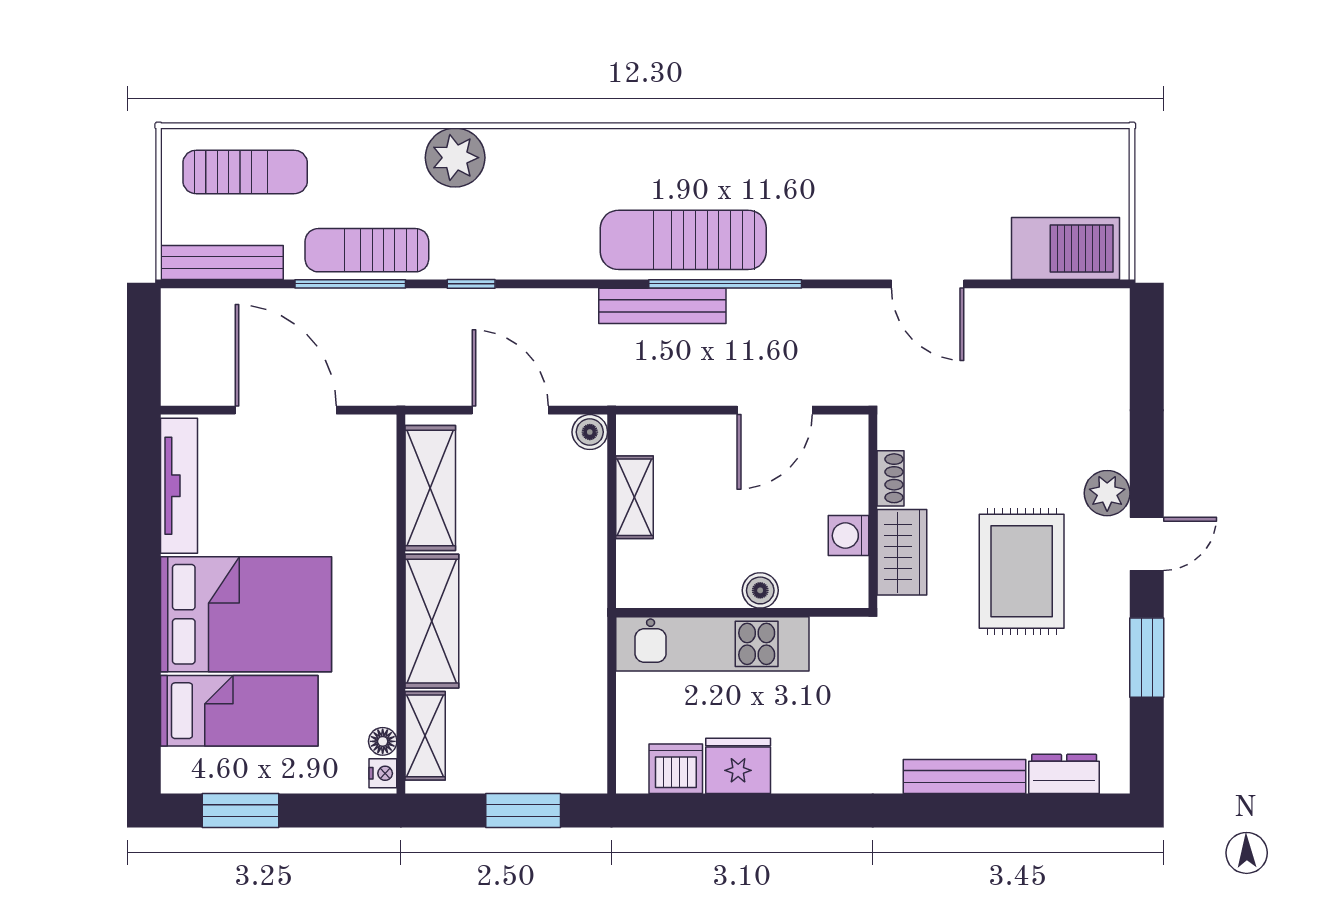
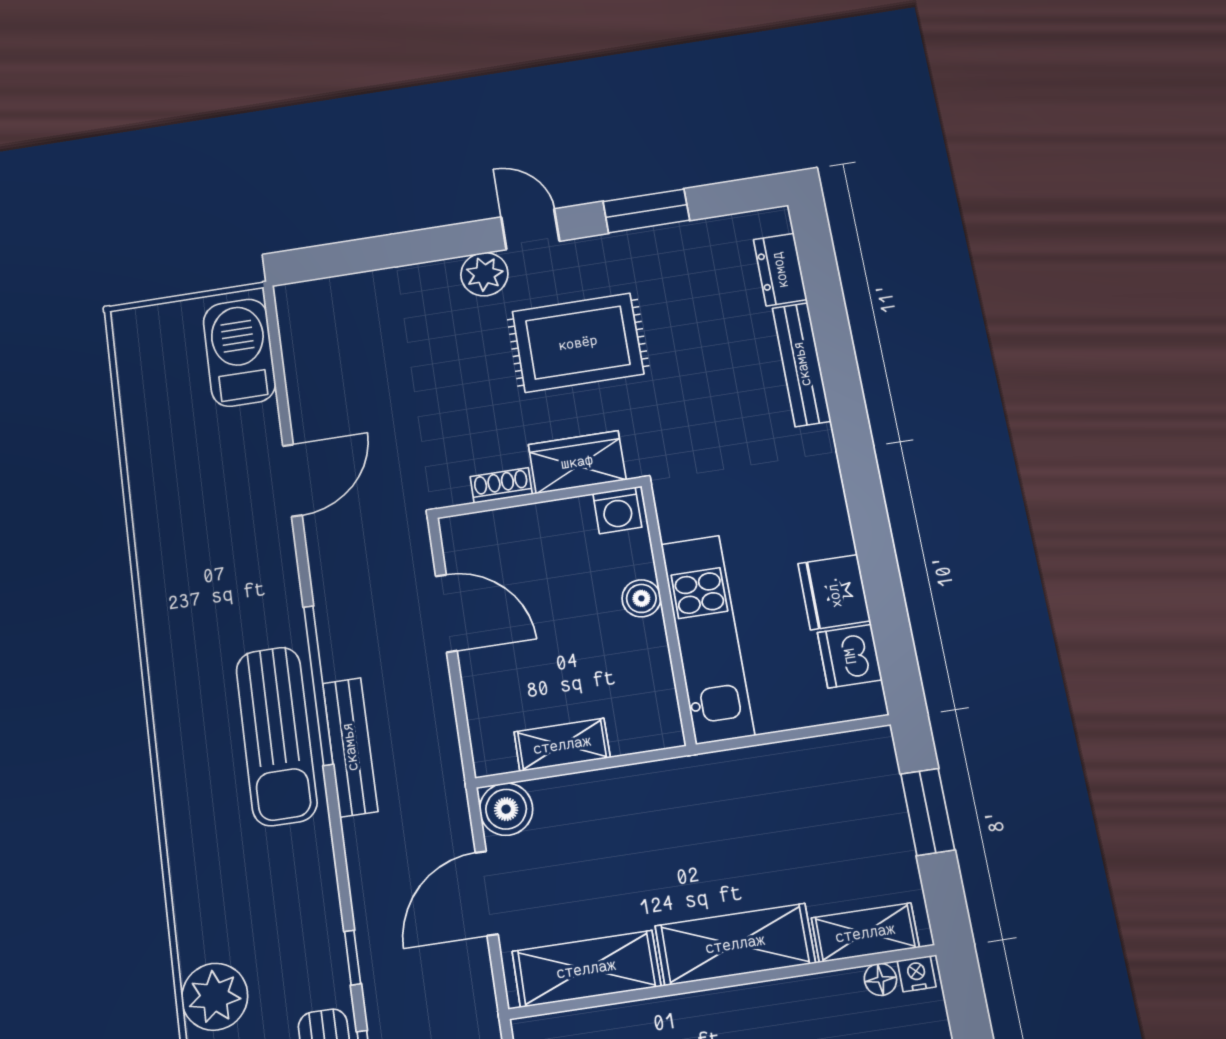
boiler: (590, 432) -> (506, 809), width x1.36, depth x1.36
washing machine: (849, 536) -> (617, 510), moved

